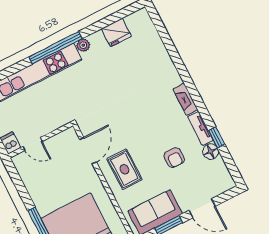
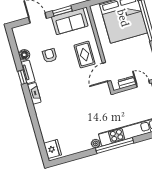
fridge: (116, 32) -> (53, 149), moved, turned 90
window: (217, 137) -> (22, 77), moved
dresser: (56, 141) -> (127, 82), added

